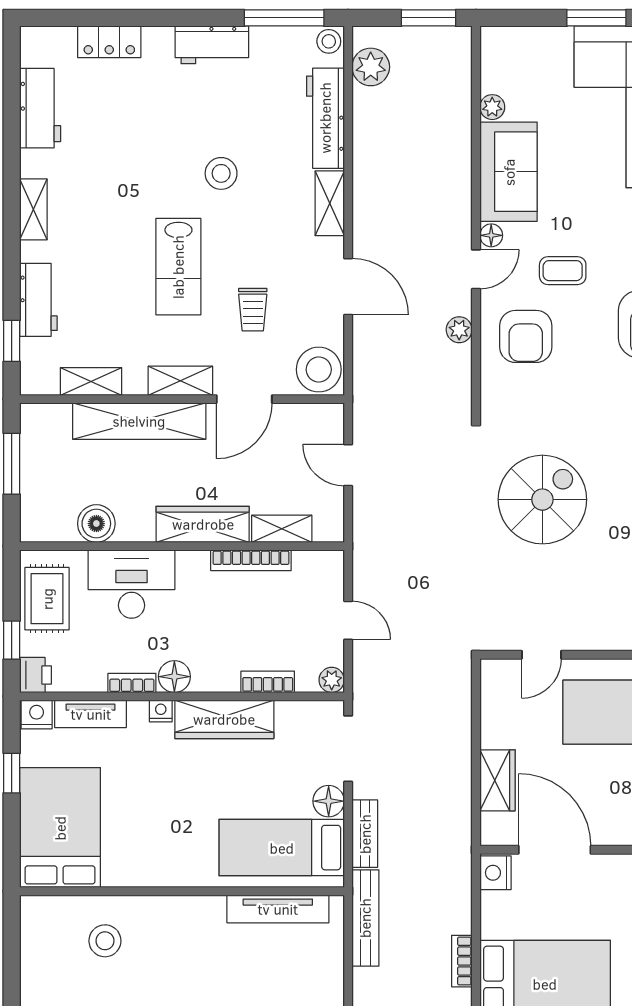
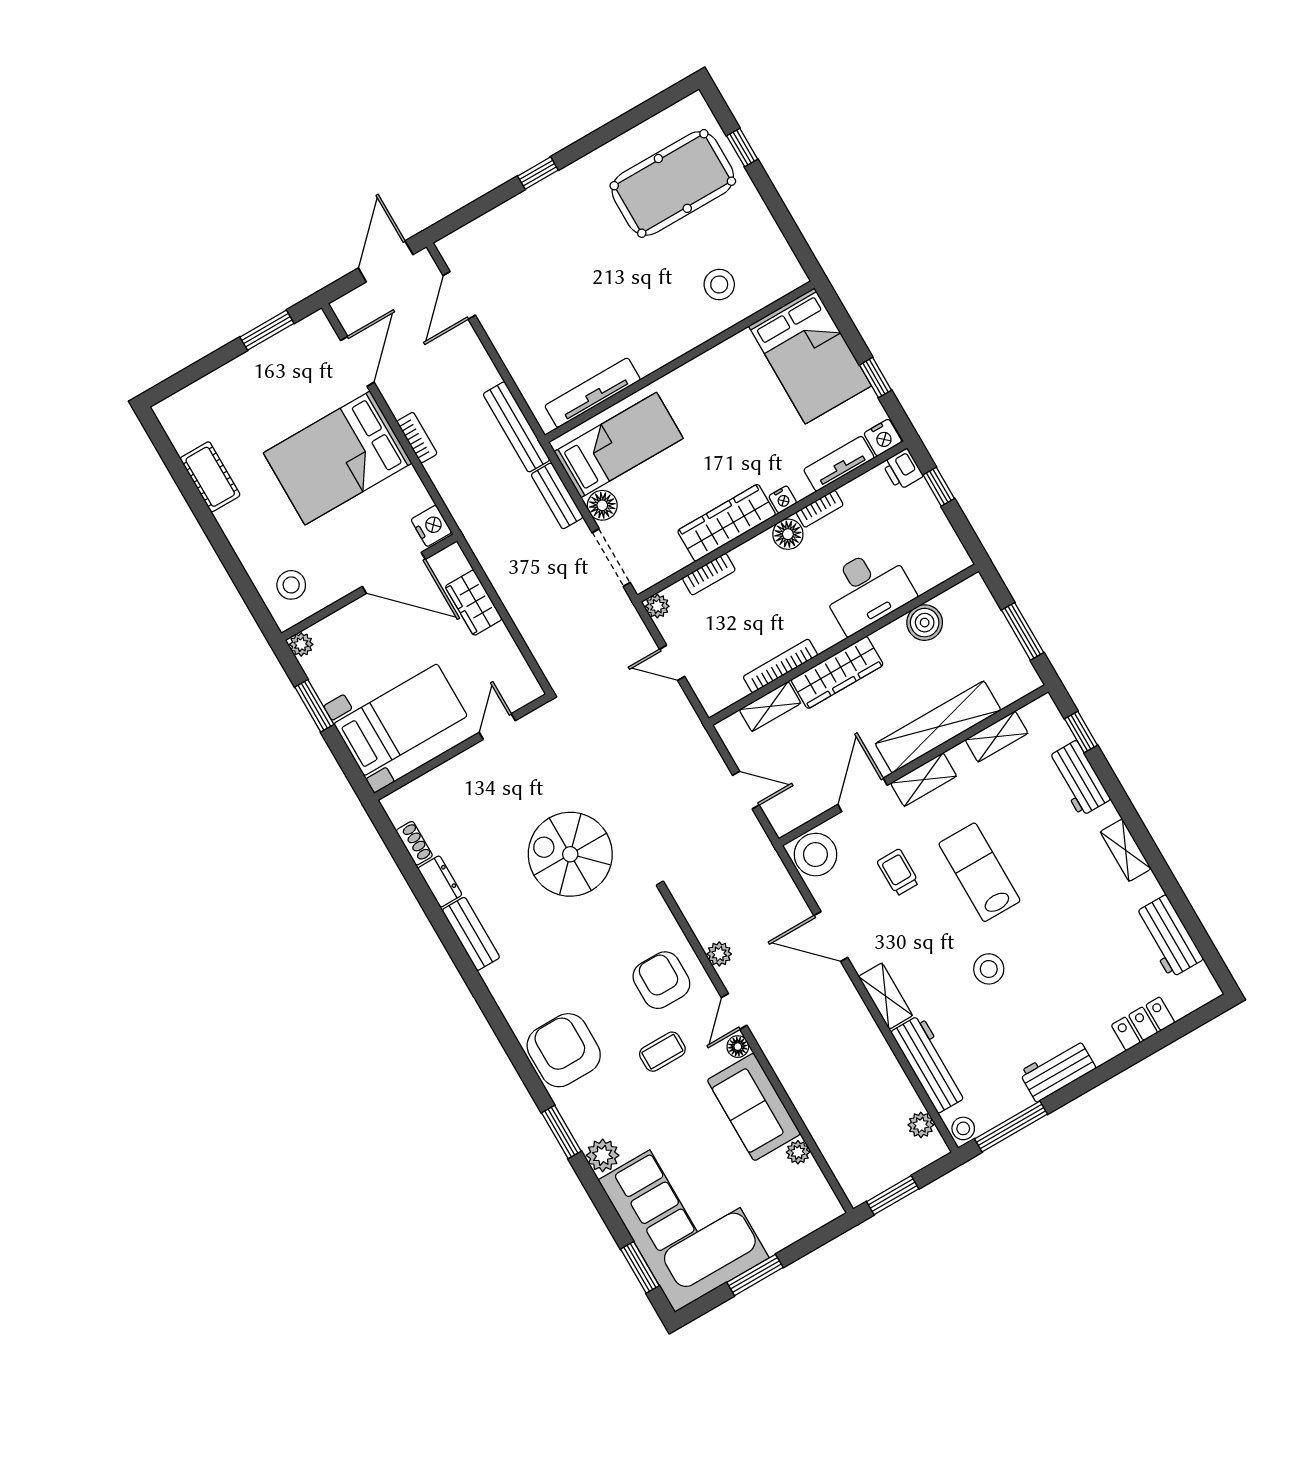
plant: (371, 67) -> (921, 1125), width x0.73, depth x0.73
spiral stairs: (542, 500) -> (570, 854), turned 90
rug: (47, 599) -> (929, 537), removed

